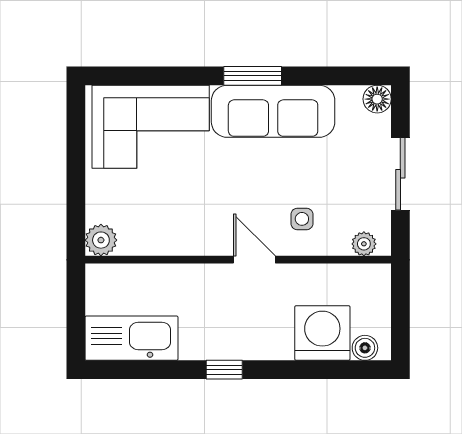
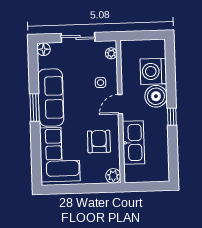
armchair: (175, 212) -> (99, 142), added
kitchen sink: (131, 338) -> (133, 143), moved, turned 180
boiler: (365, 348) -> (156, 96), moved, width x1.86, depth x1.86

